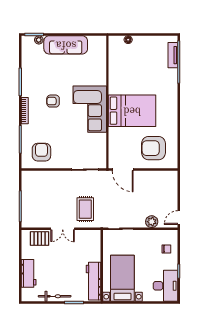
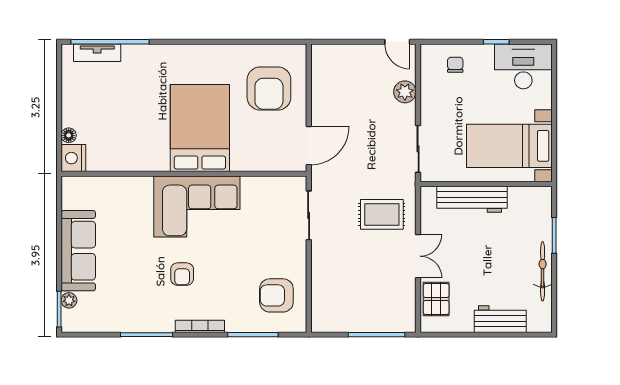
nightstand: (116, 42) -> (73, 158), added
workbench: (94, 281) -> (472, 199), moved

